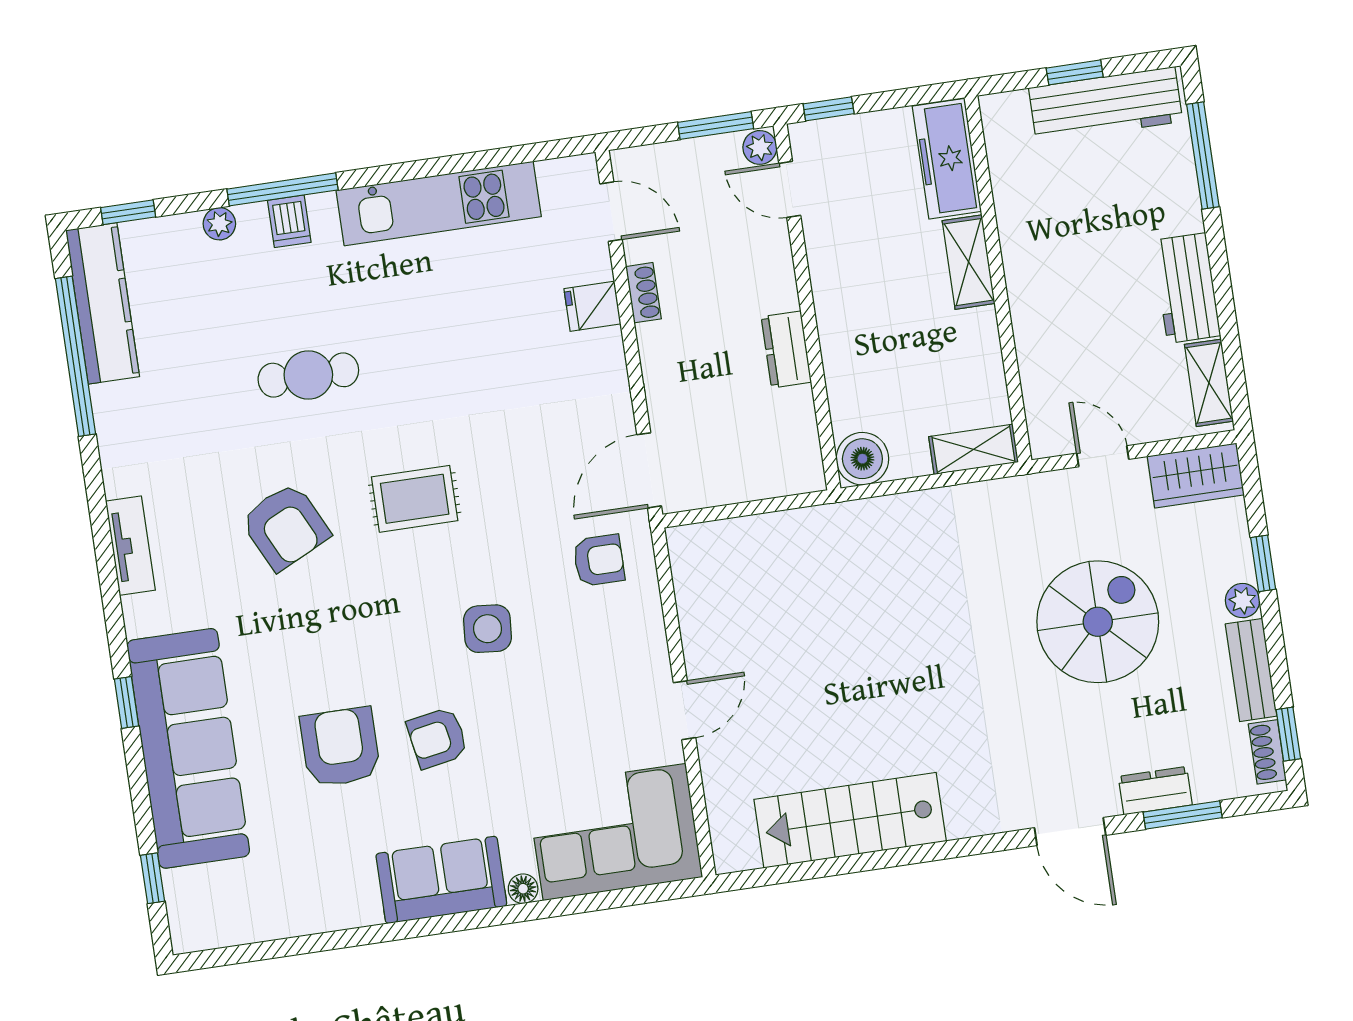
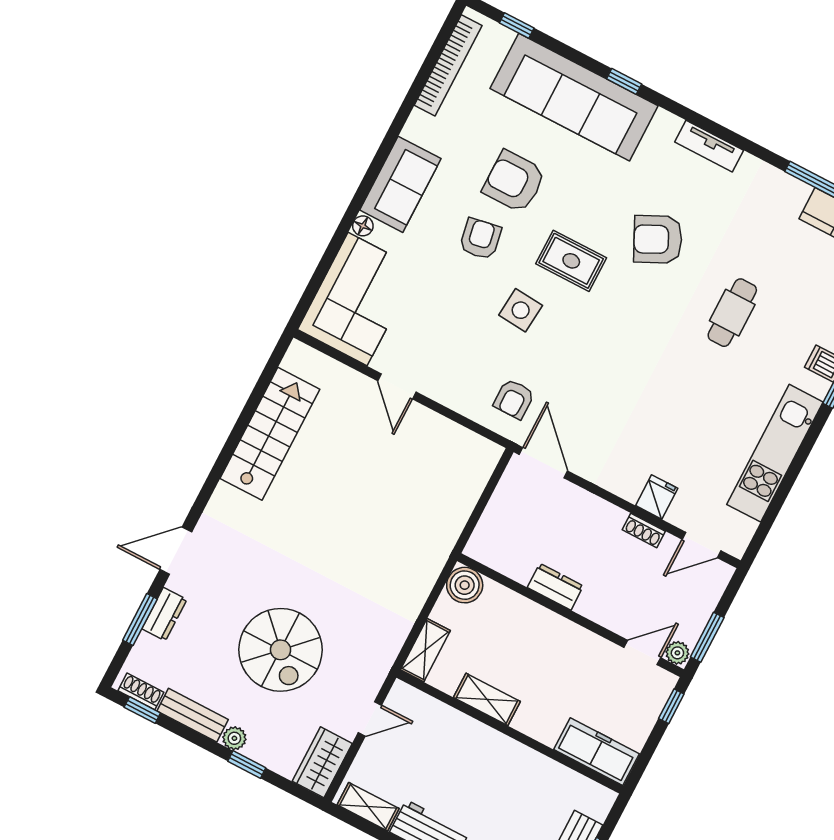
shelving: (969, 262) -> (487, 699), moved
rug: (415, 499) -> (571, 261), moved, turned 90
armchair: (340, 747) -> (514, 182), turned 180
bookcase: (259, 925) -> (448, 65), added

